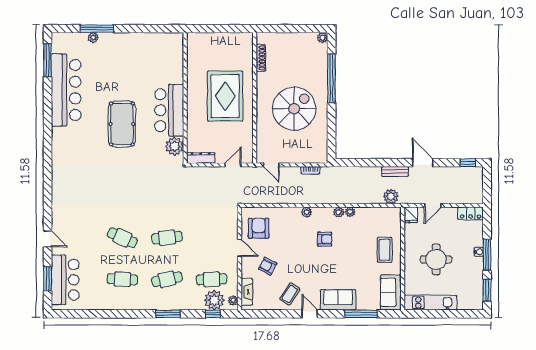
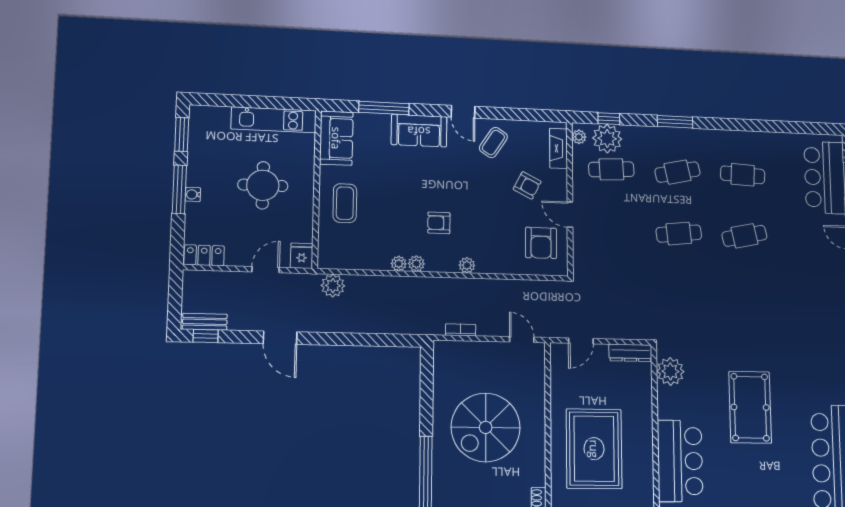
bar counter: (169, 110) -> (680, 461), moved
bench: (395, 171) -> (205, 322), moved
cafe table: (122, 238) -> (744, 236), turned -36

